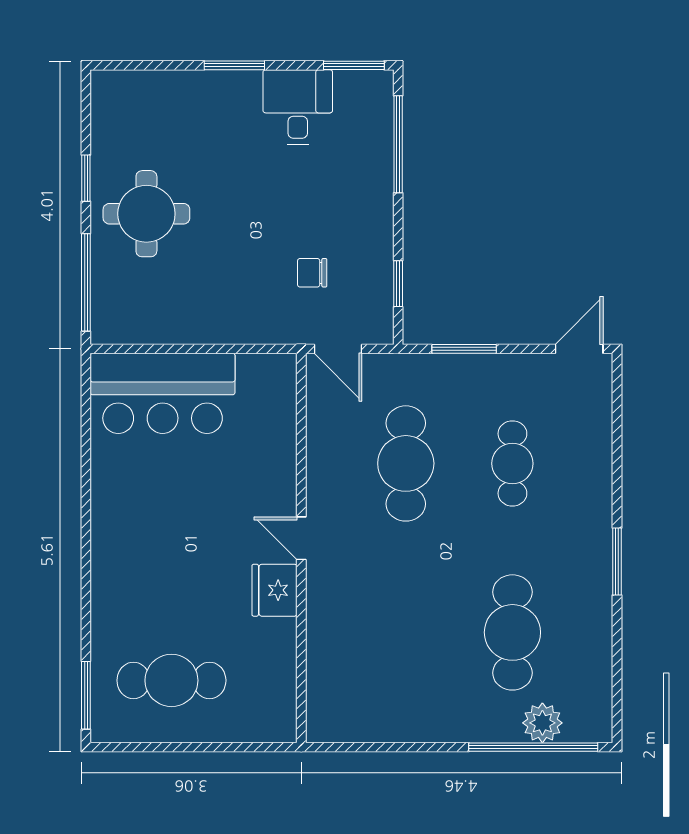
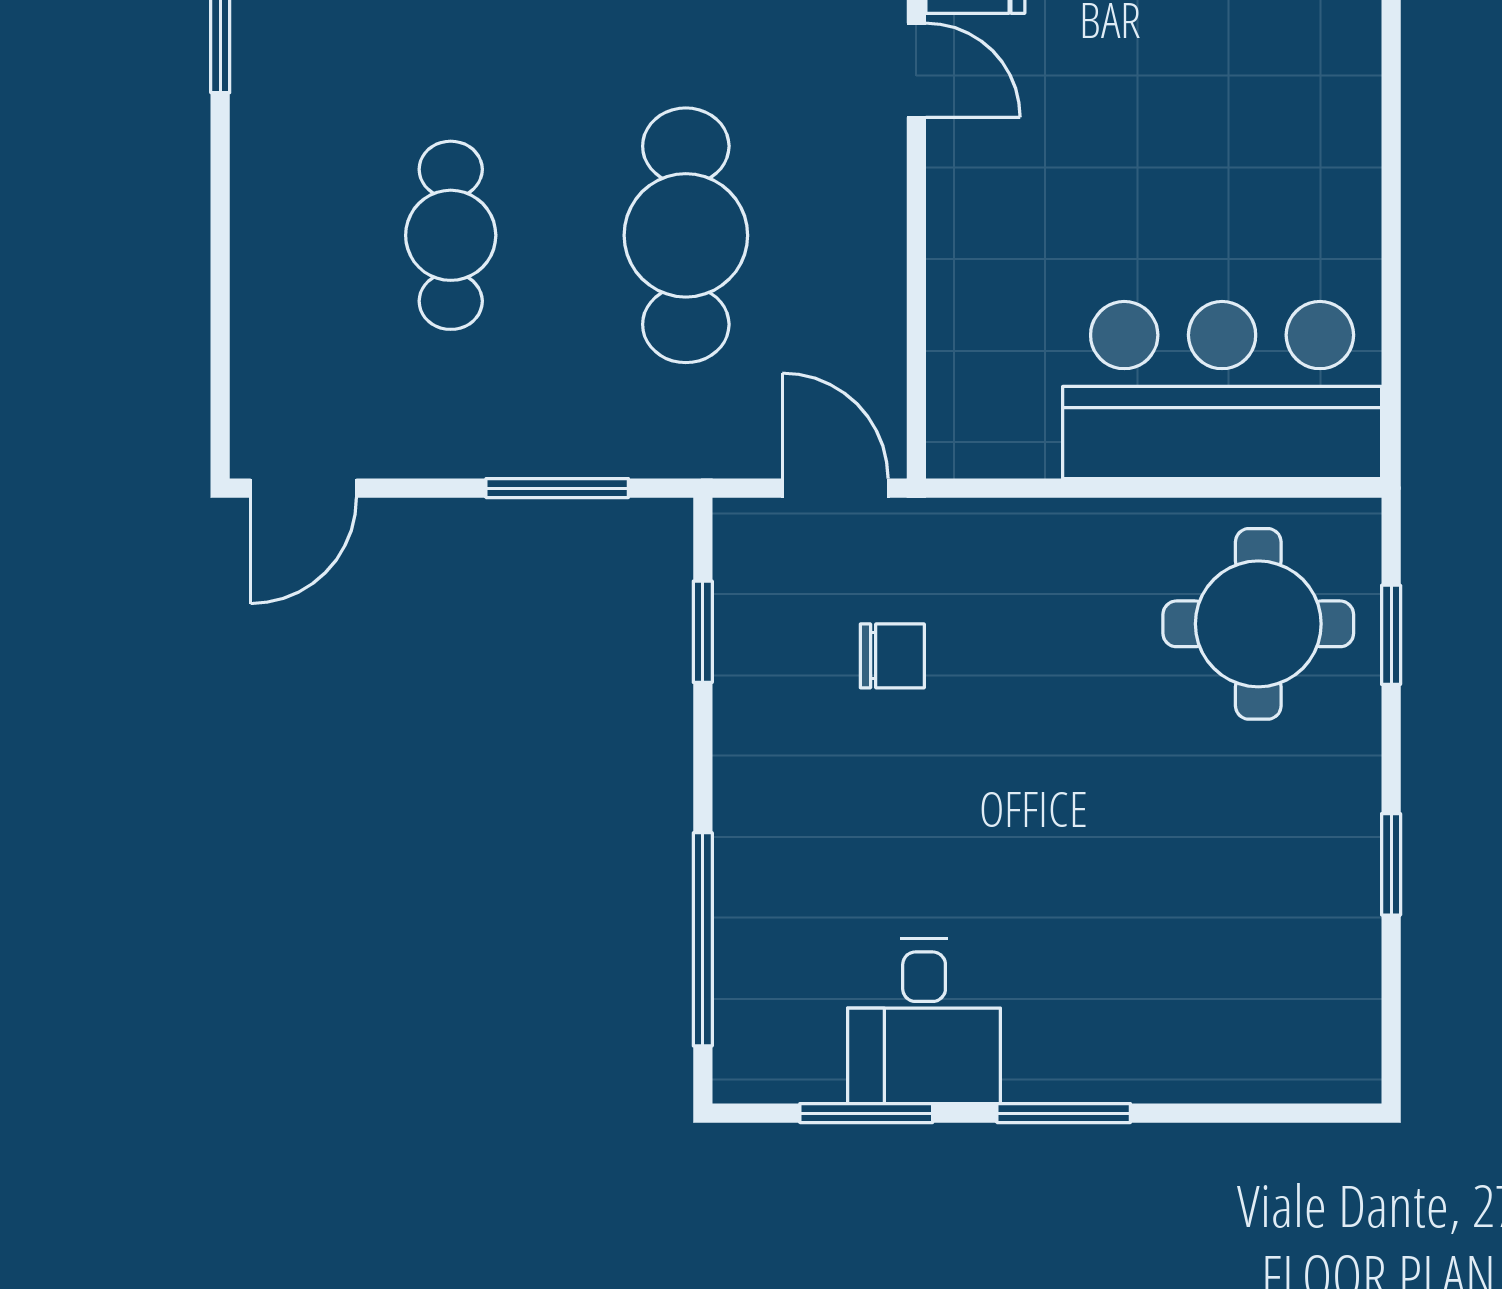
window: (354, 65) -> (866, 1113), moved
round table: (146, 214) -> (1258, 624), moved
window: (86, 282) -> (1391, 635), width x0.46

